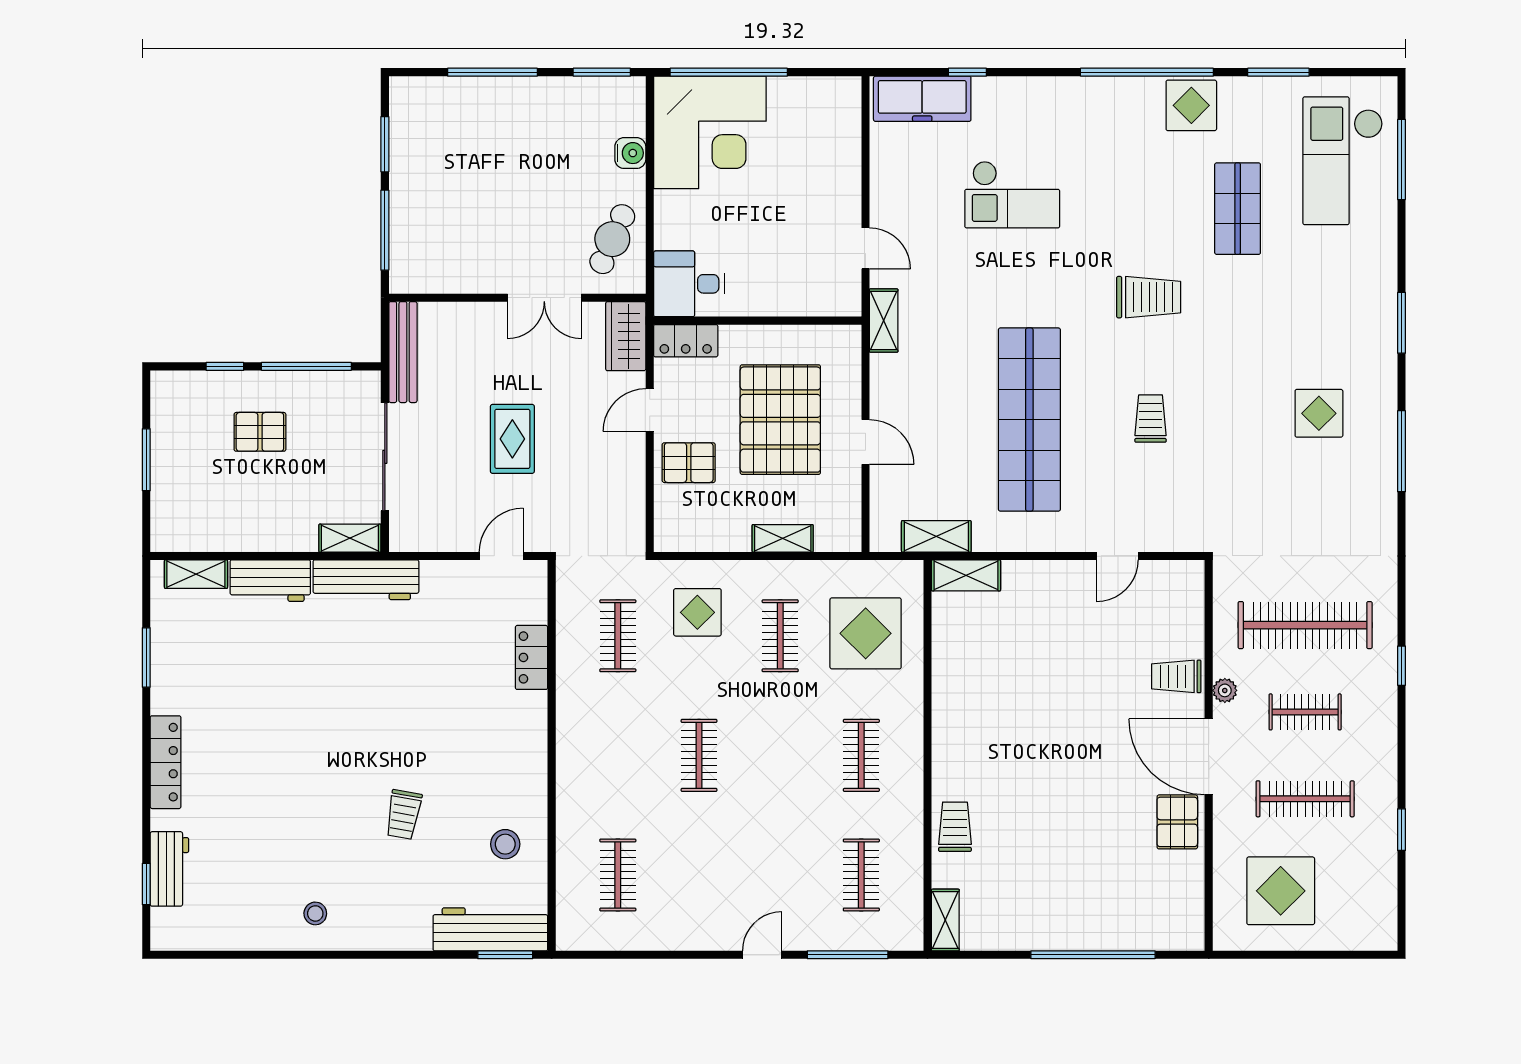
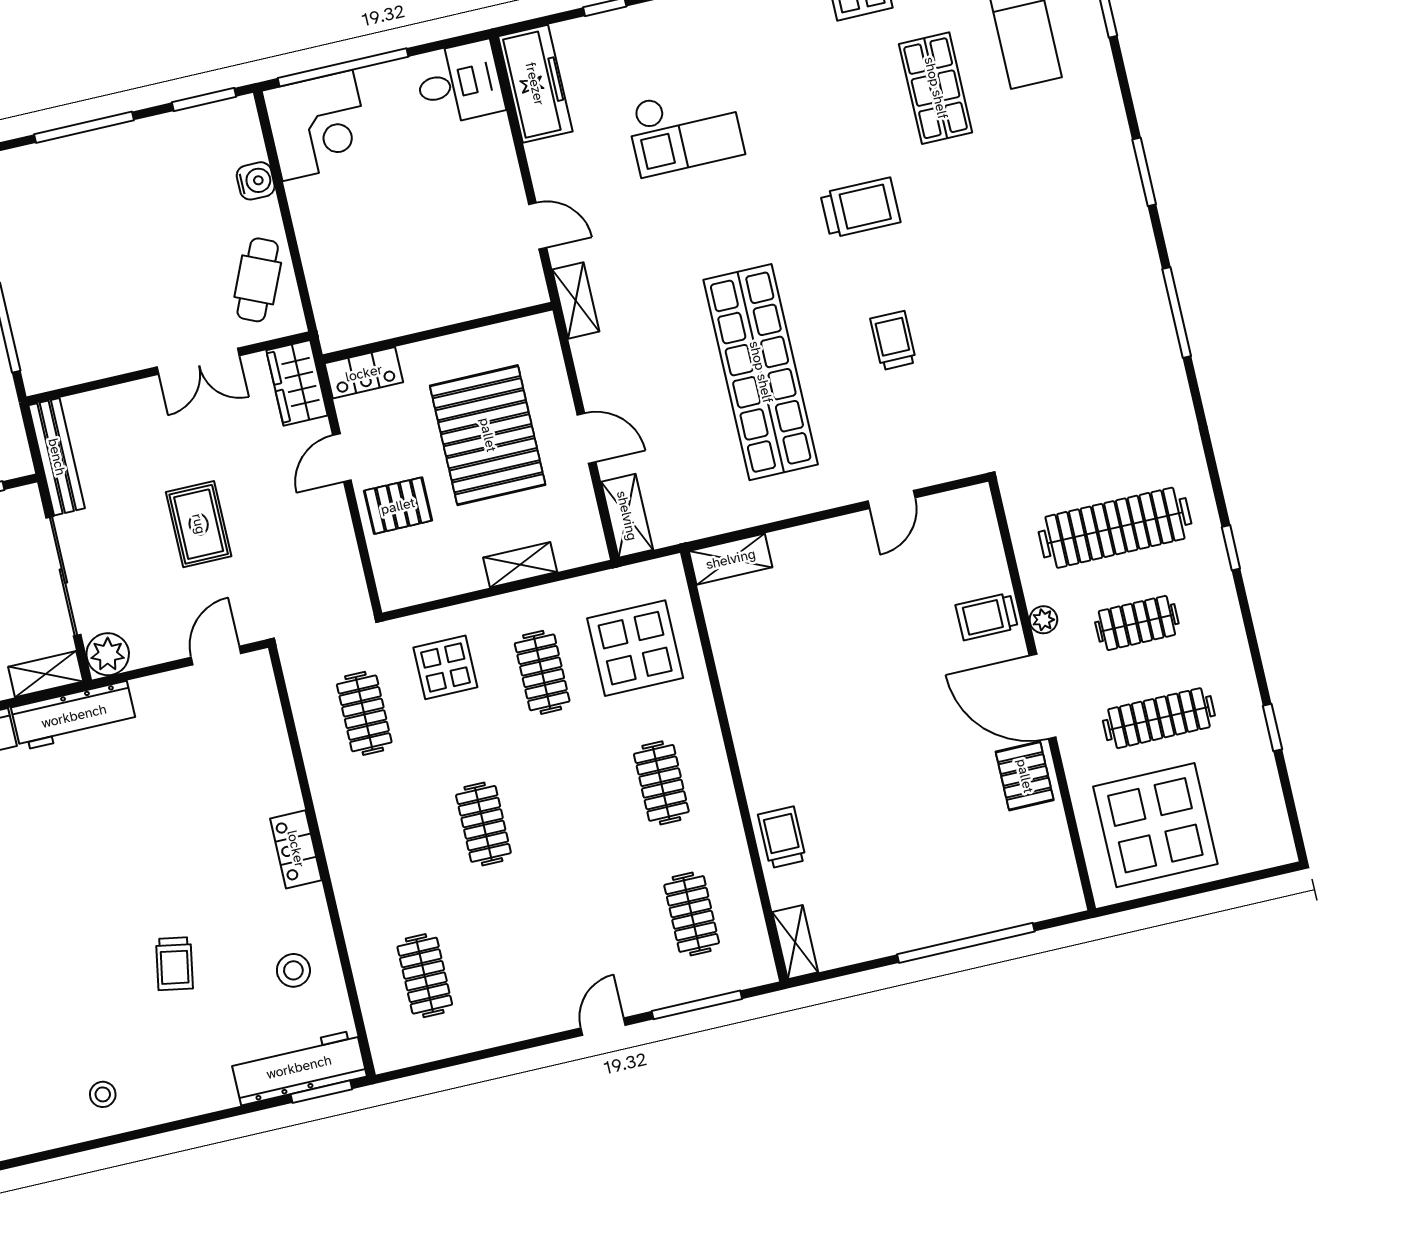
freezer: (922, 99) -> (535, 84), moved, turned -90
corner desk: (710, 132) -> (318, 126), width x0.74, depth x0.74
desk: (689, 284) -> (459, 83), moved, turned 180
display table: (1319, 413) -> (1076, 292), removed
plant: (408, 533) -> (108, 654), added
shelving: (936, 536) -> (627, 516), moved, turned 90
locker: (532, 657) -> (296, 849), moved
display table: (1281, 891) -> (1155, 825), width x1.36, depth x1.36

